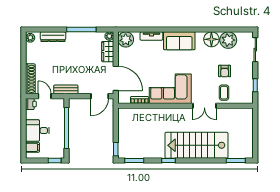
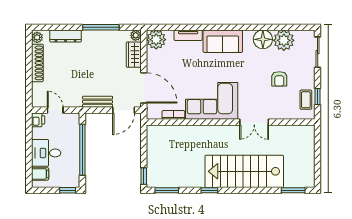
shoe rack: (30, 79) -> (37, 63), moved
bench: (66, 89) -> (98, 102), moved
coffee table: (224, 93) -> (306, 100), moved

